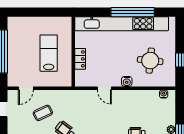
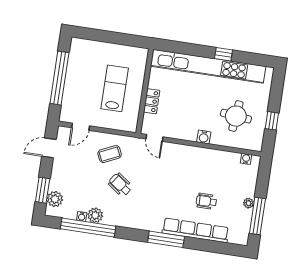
window: (133, 12) -> (224, 54), width x0.32
door: (104, 88) -> (154, 138), moved
coffee table: (43, 113) -> (110, 154), moved

